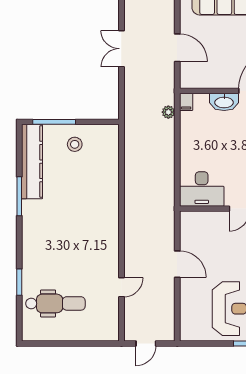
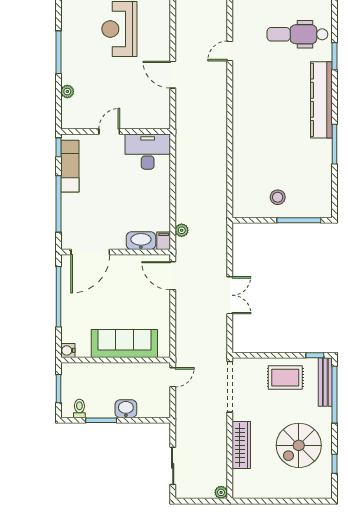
door: (177, 48) -> (173, 276), moved
washbasin: (224, 102) -> (141, 241), moved
kitchen counter: (32, 162) -> (321, 100), moved

